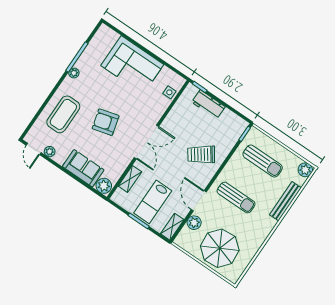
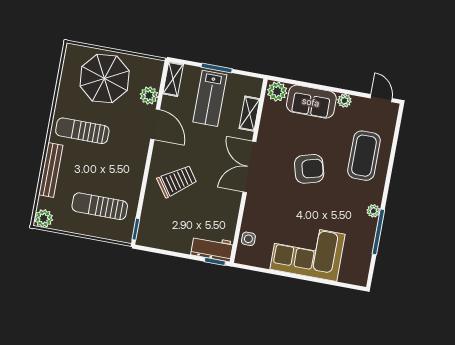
workbench: (208, 104) -> (212, 248), moved
plant: (50, 152) -> (344, 101), moved
sun lounger: (236, 197) -> (82, 131), moved
lab bench: (153, 202) -> (210, 98), turned 180

